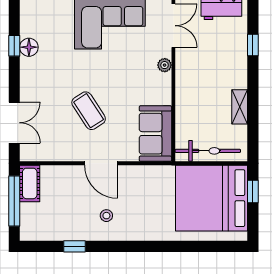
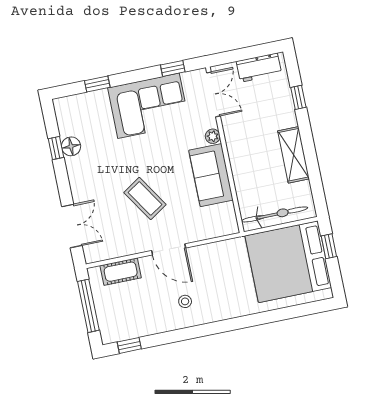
shelving: (240, 107) -> (293, 155), width x1.50, depth x1.33
sofa: (155, 134) -> (211, 175), moved
cot: (30, 183) -> (121, 272), moved, turned 90
window: (74, 246) -> (129, 345), moved

